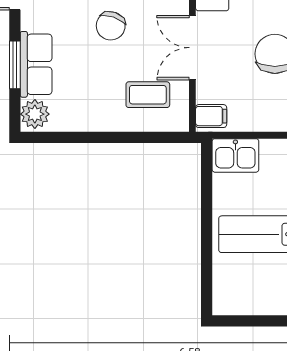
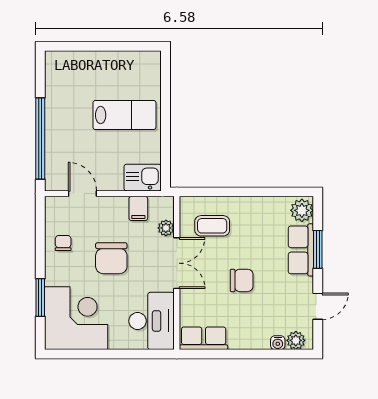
chair: (111, 26) -> (242, 280), turned 71
plant: (206, 92) -> (166, 228), added
filing cabinet: (211, 116) -> (138, 208), moved, turned -90

